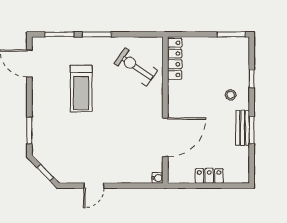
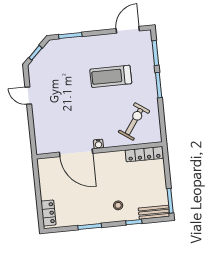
bench: (243, 128) -> (154, 212), moved
locker: (209, 176) -> (48, 213), moved
water cooler: (158, 178) -> (98, 144), moved

